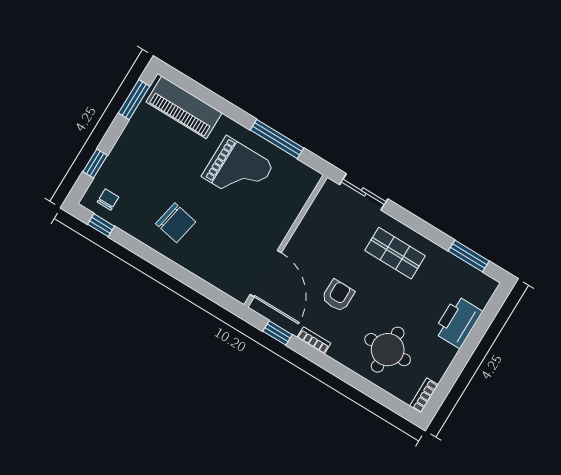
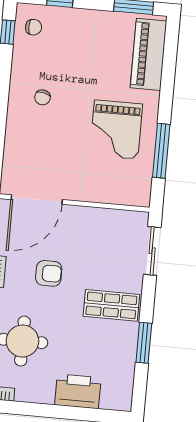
chair: (176, 223) -> (43, 97), width x0.54, depth x0.54
shop shelf: (395, 253) -> (111, 305), turned 90
window: (469, 256) -> (144, 343), moved

